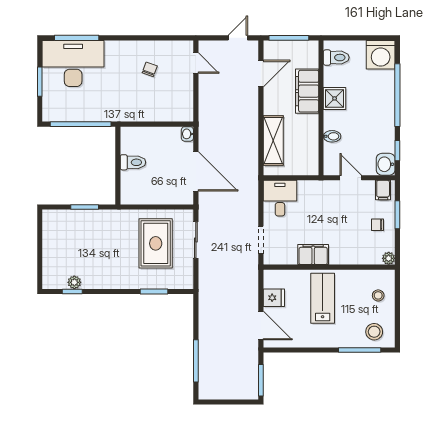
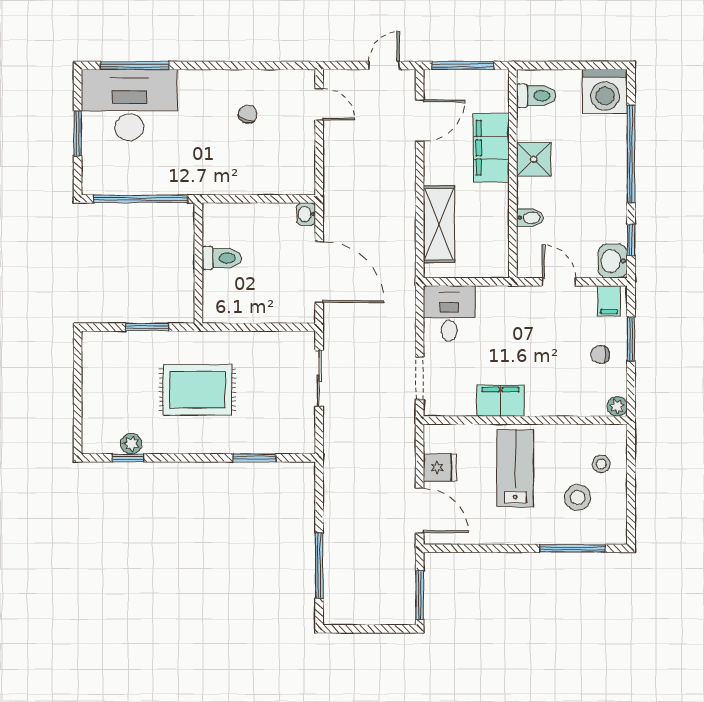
rug: (156, 243) -> (197, 390), moved, turned 90
stool: (374, 332) -> (578, 498), moved

